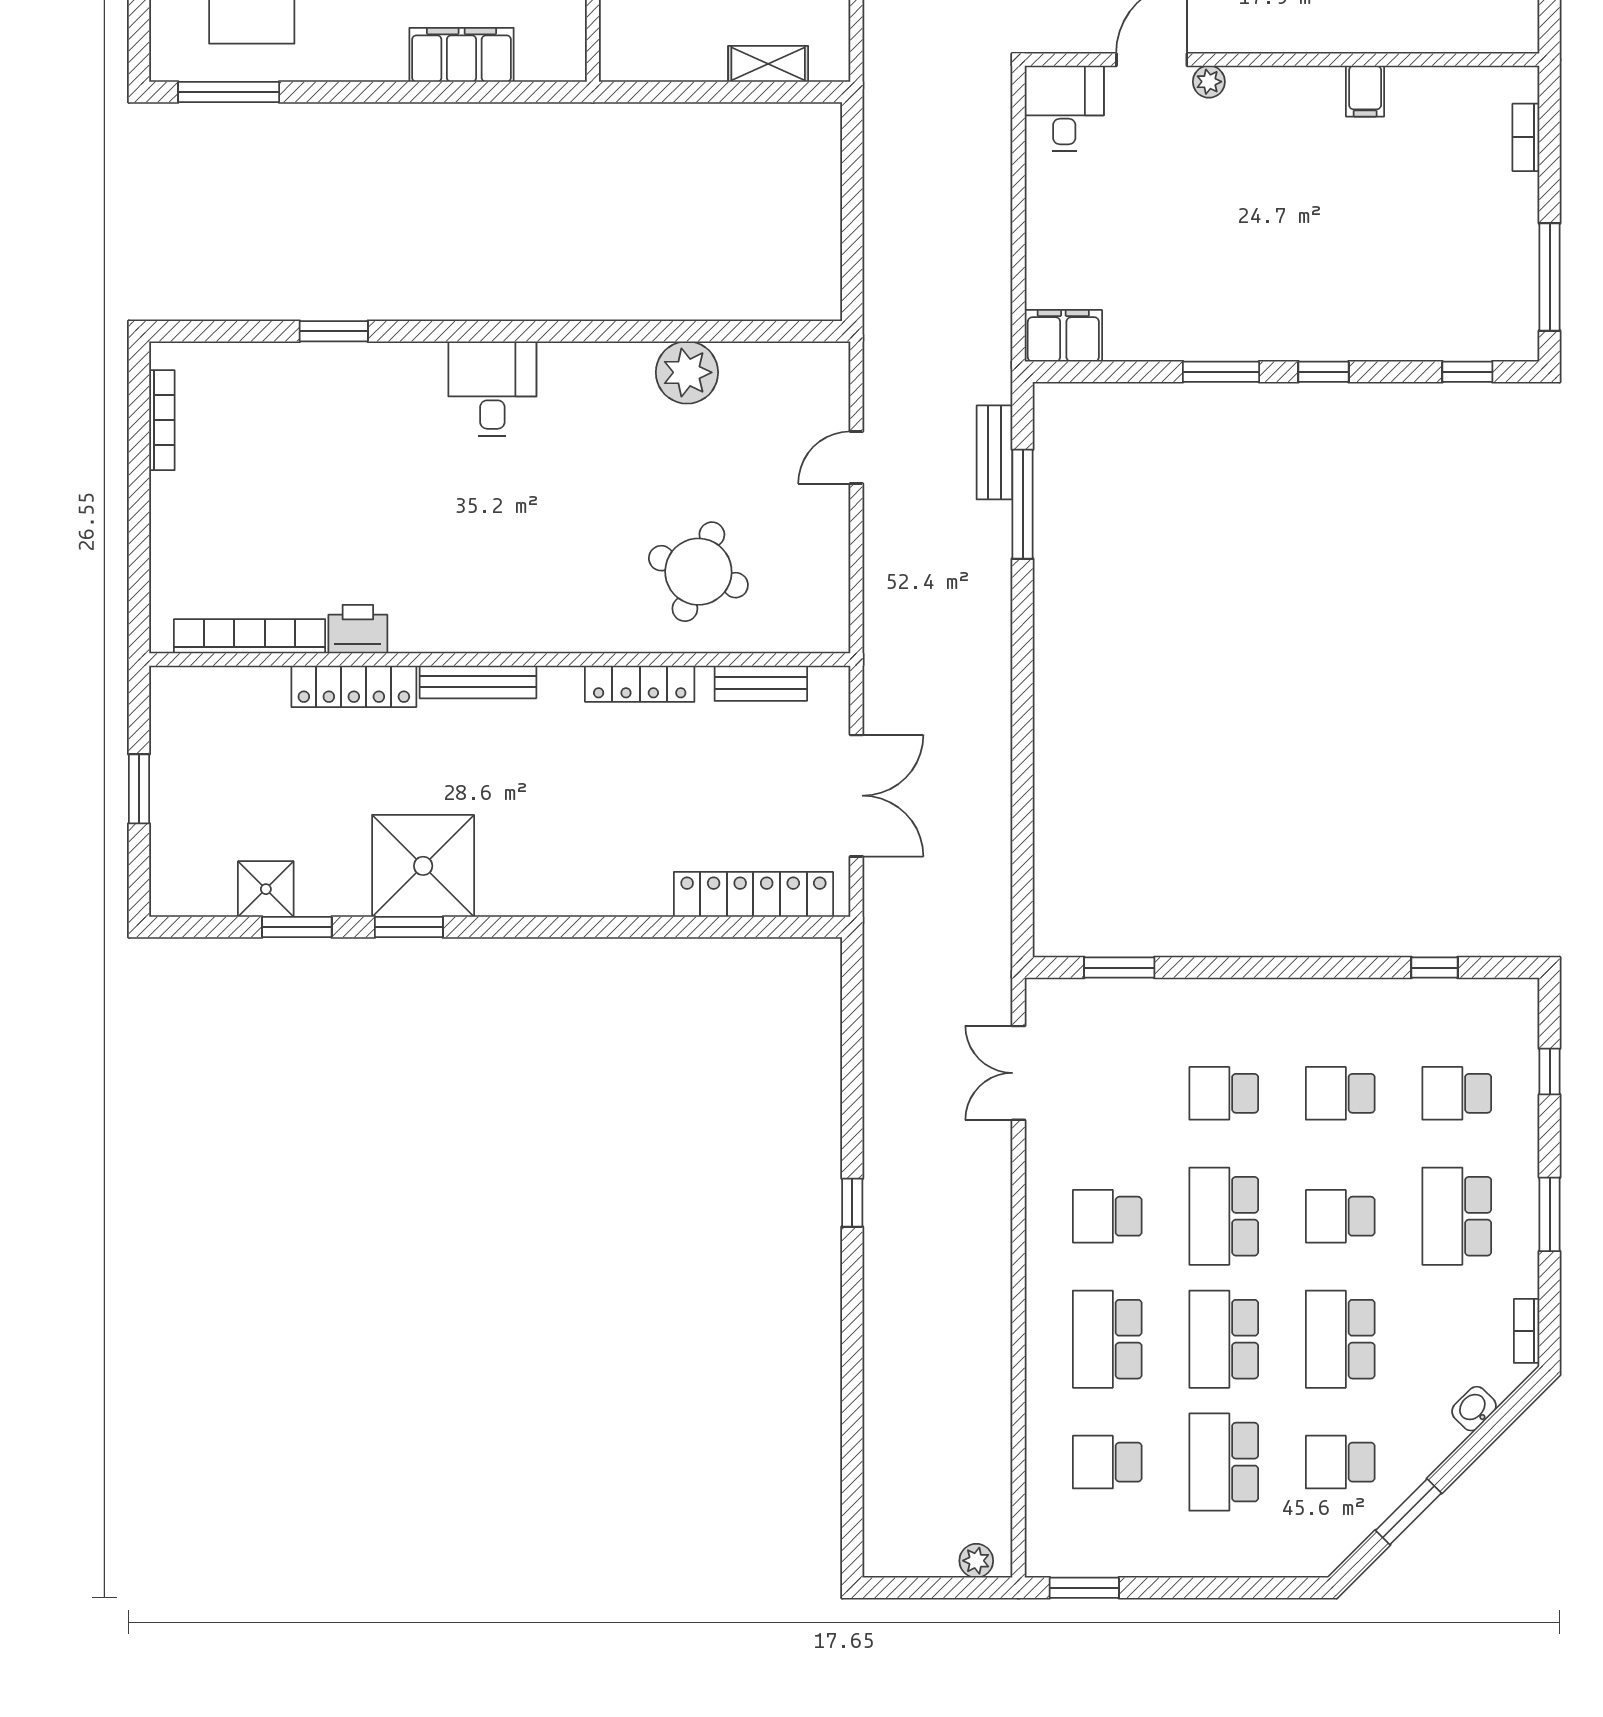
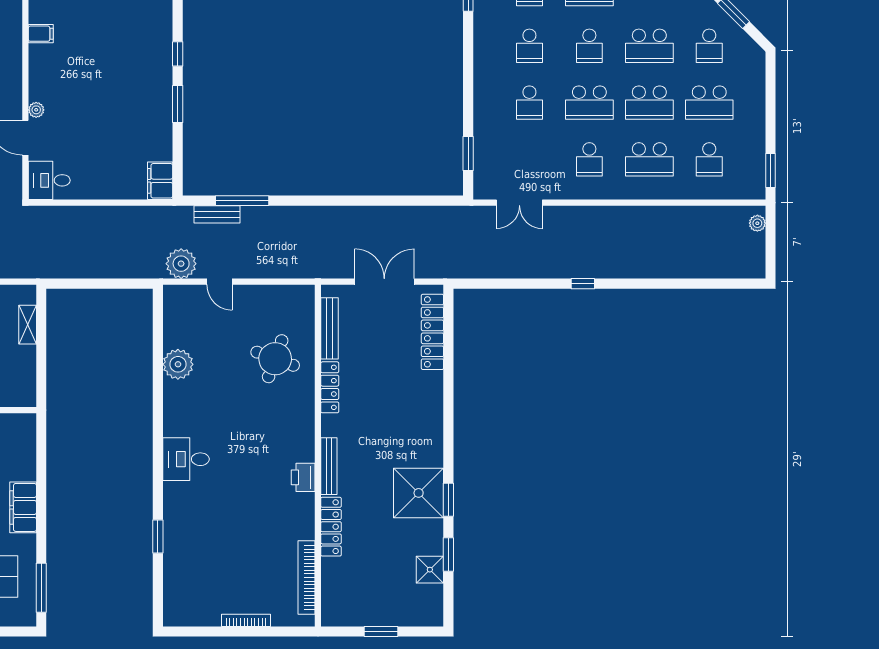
filing cabinet: (462, 55) -> (23, 507), moved
plant: (893, 379) -> (181, 264), added
bookcase: (162, 420) -> (246, 620), moved
printer: (358, 629) -> (303, 477), moved
bench: (761, 683) -> (330, 328), width x1.36

